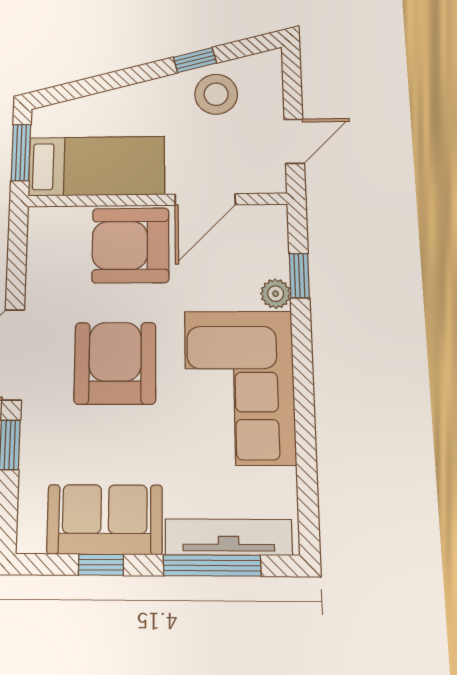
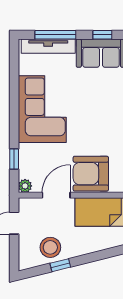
armchair: (130, 245) -> (91, 174), turned 180
plant: (276, 294) -> (25, 186), moved
armchair: (115, 363) -> (97, 120), removed

